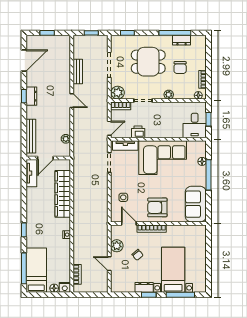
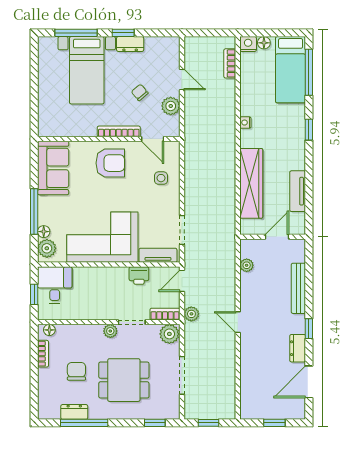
bench: (78, 71) -> (229, 365), removed
plant: (169, 95) -> (110, 331), moved
dresser: (31, 96) -> (298, 348), moved
plant: (103, 106) -> (191, 314), added
bench: (31, 136) -> (298, 288), moved
plant: (200, 150) -> (47, 248), added
tv unit: (31, 173) -> (298, 191), moved

